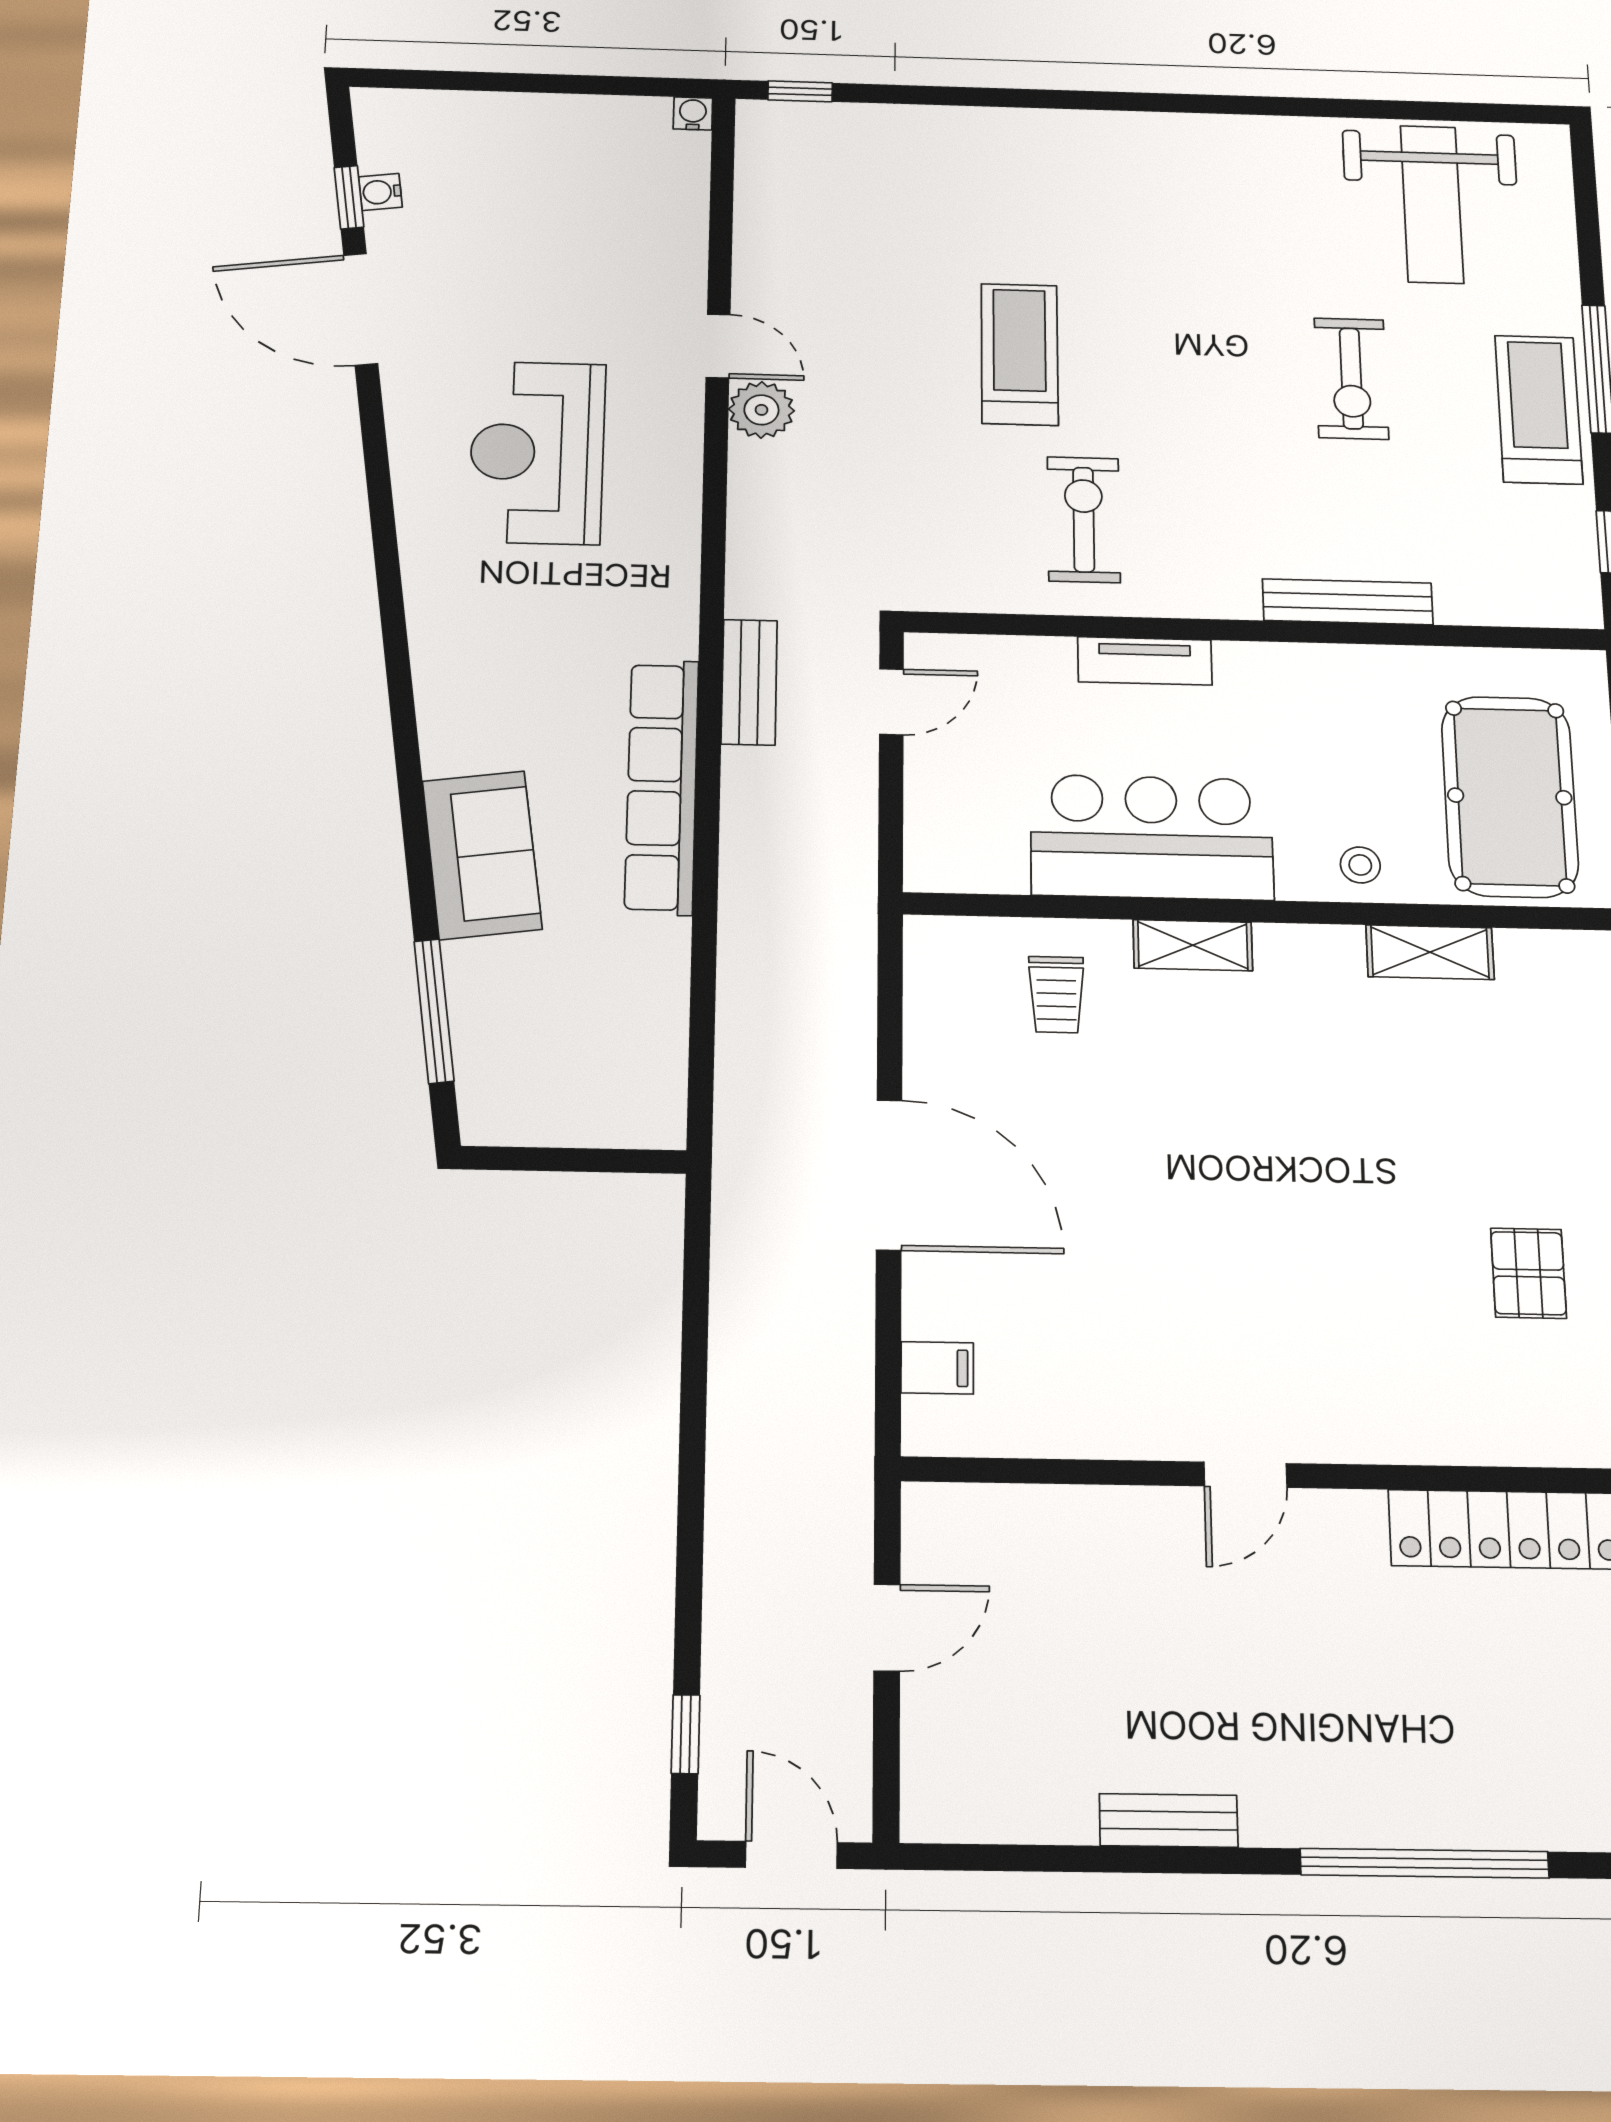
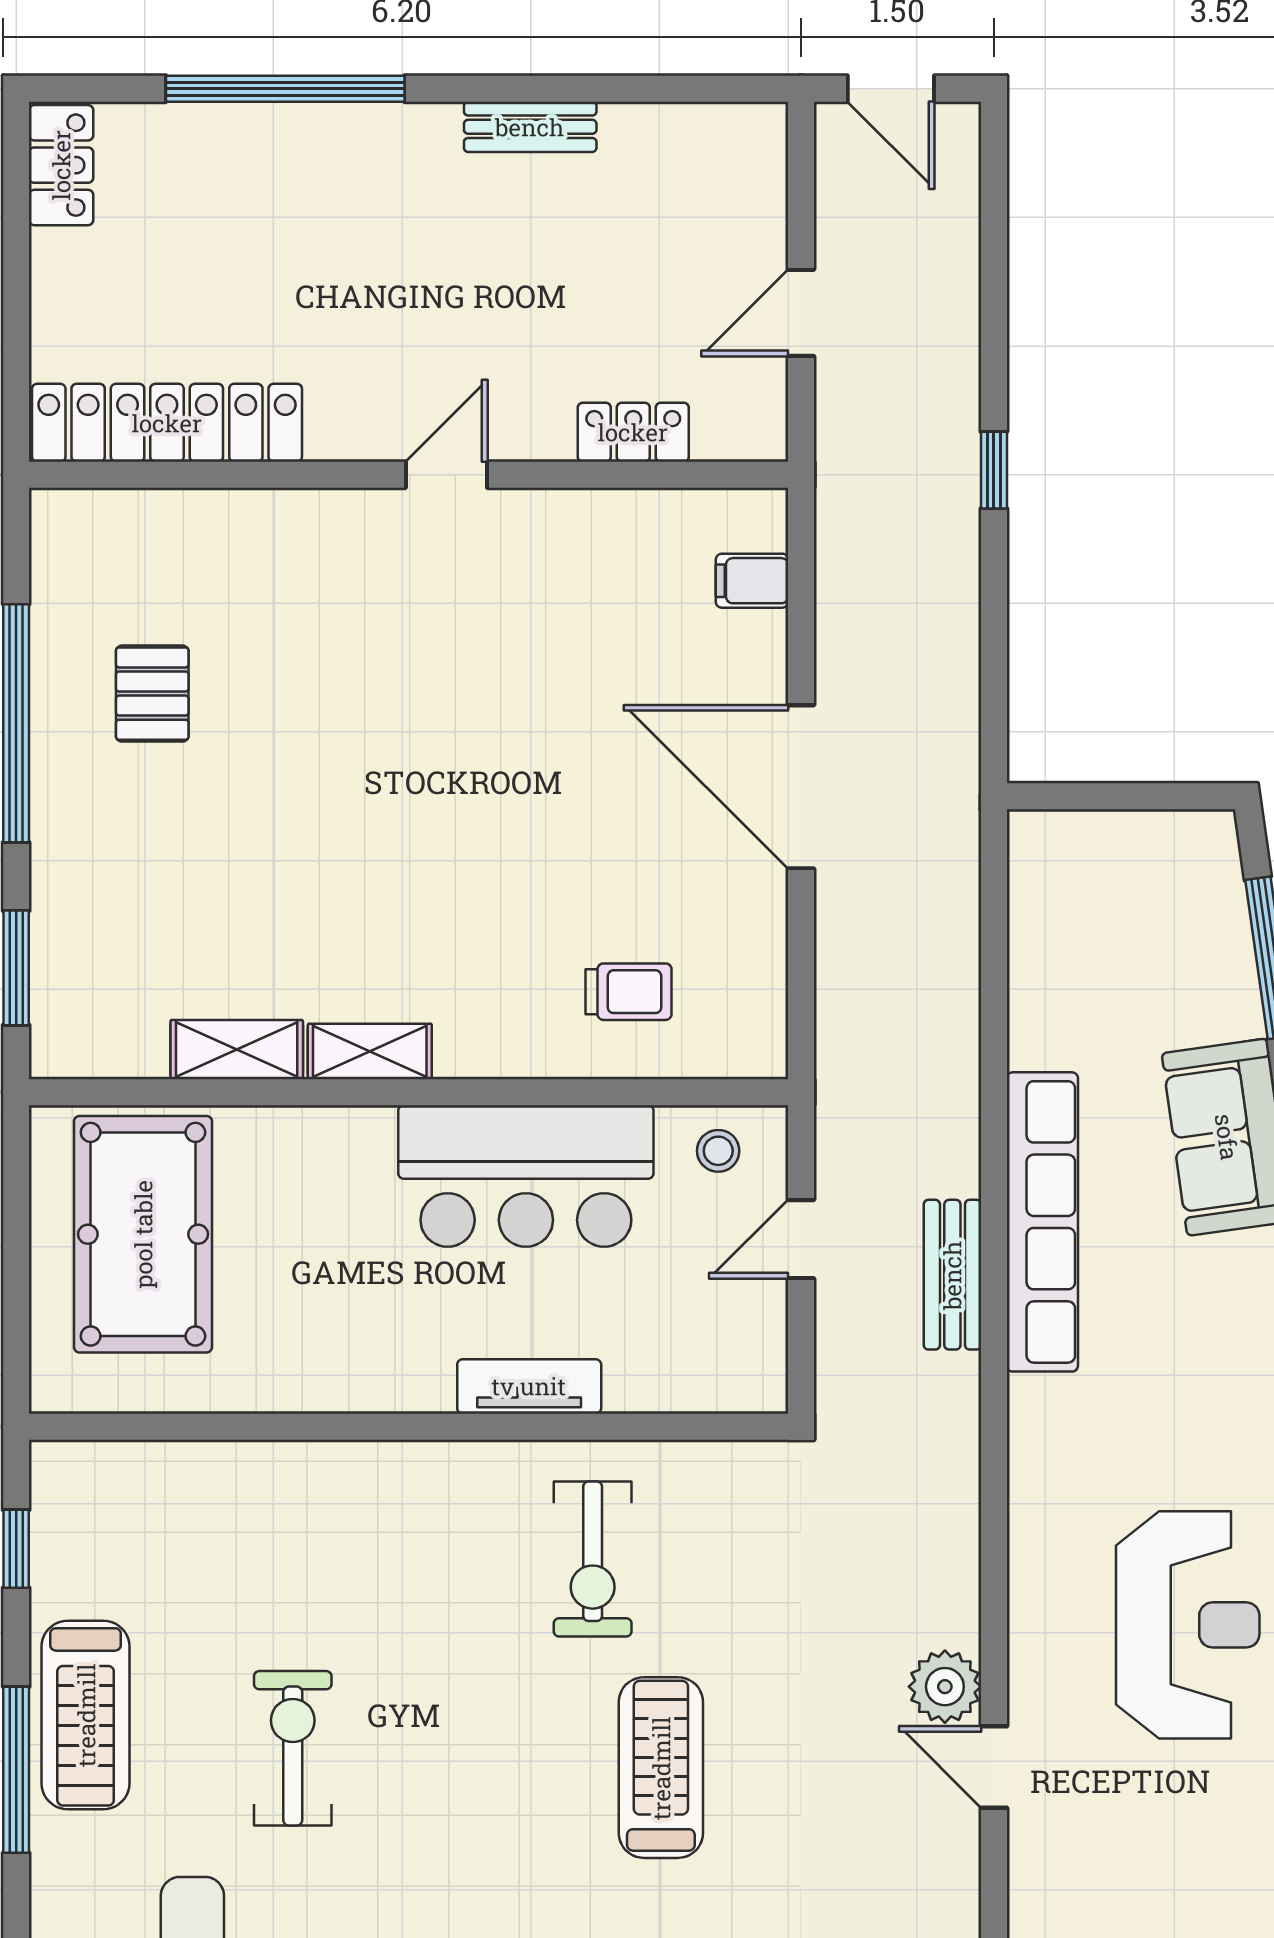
treadmill: (1020, 354) -> (661, 1768), turned 180
bench: (1348, 602) -> (307, 1465), removed
bench: (749, 682) -> (952, 1275), moved
door: (891, 702) -> (801, 1239), moved
stool: (1360, 865) -> (718, 1151), moved
shelving: (1193, 945) -> (370, 1052), moved
trolley: (1056, 995) -> (628, 992), turned 90
locker: (1058, 1513) -> (633, 432), added
window: (686, 1734) -> (994, 470), moved

